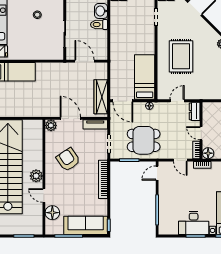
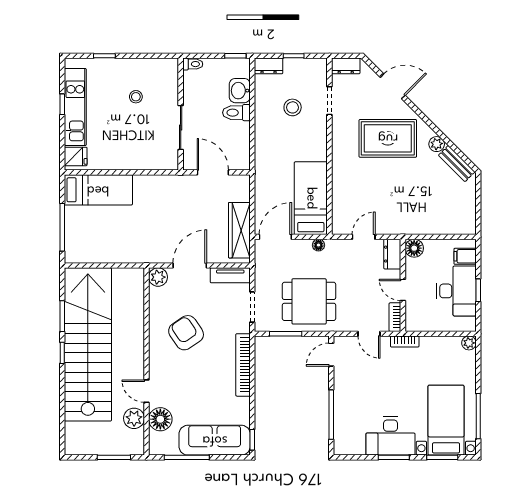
stool: (133, 21) -> (293, 107), added
rug: (181, 56) -> (388, 138), moved, turned 90
door: (123, 101) -> (275, 237), swing flipped
door: (70, 118) -> (190, 266), hinge flipped
floor lamp: (208, 153) -> (414, 248), moved
plant: (36, 176) -> (134, 418), moved

